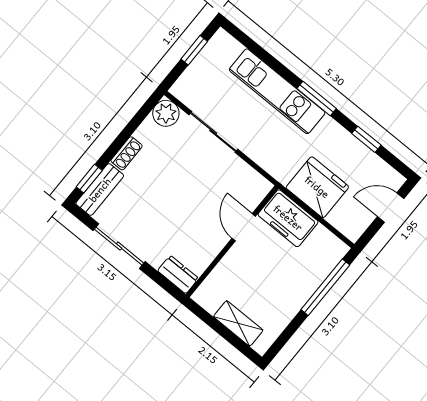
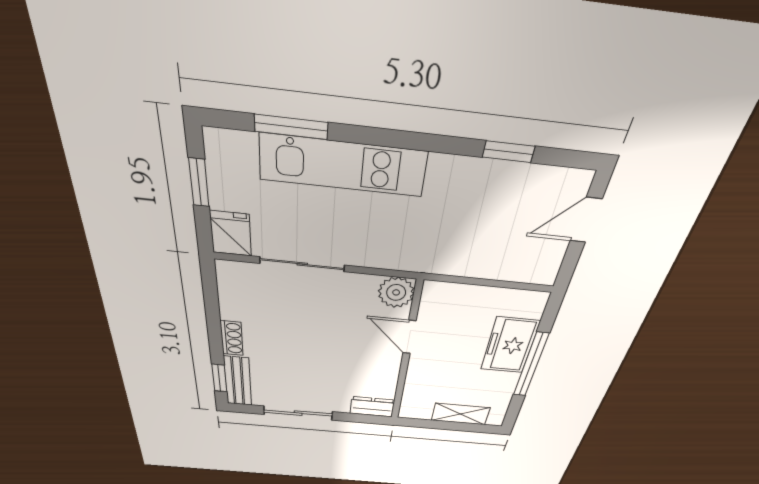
window: (317, 99) -> (291, 127), moved
plant: (166, 113) -> (396, 292), moved
fridge: (317, 187) -> (231, 234), moved, width x0.53, depth x0.75
freezer: (288, 218) -> (510, 345), moved, turned 90
window: (325, 287) -> (531, 365), moved

